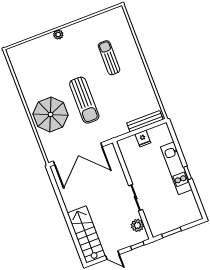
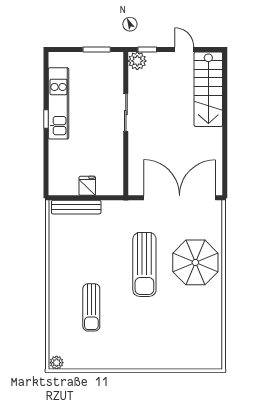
plant: (58, 34) -> (57, 363), moved
sun lounger: (84, 100) -> (144, 264), turned 180
kitchen unit: (176, 168) -> (59, 103), moved
plant: (137, 225) -> (137, 61), moved

